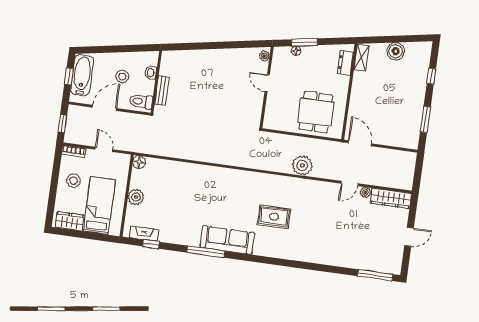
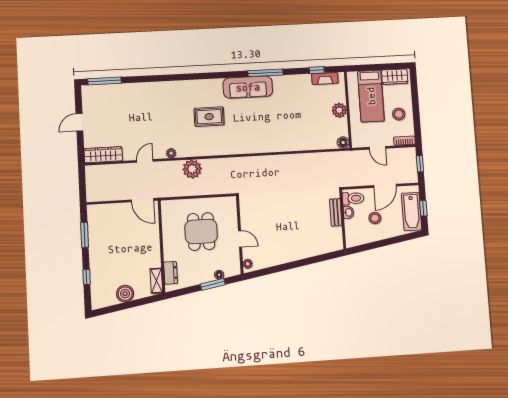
washbasin: (151, 73) -> (349, 212), moved
dining table: (316, 112) -> (201, 232), moved
plant: (365, 192) -> (171, 153), moved

